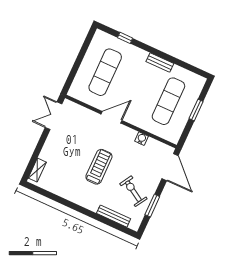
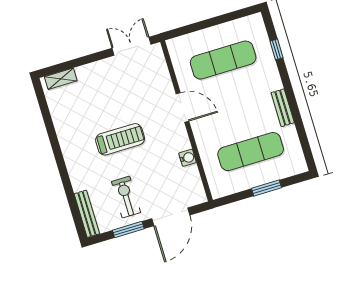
door: (170, 167) -> (171, 217), moved
exercise bike: (133, 191) -> (126, 197), turned -31
bench: (114, 216) -> (87, 214), moved

